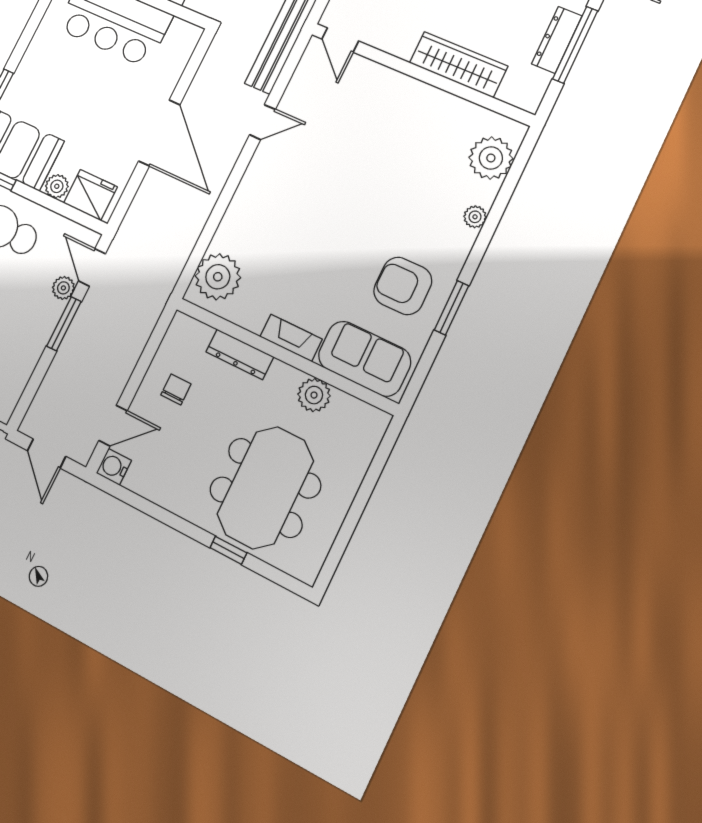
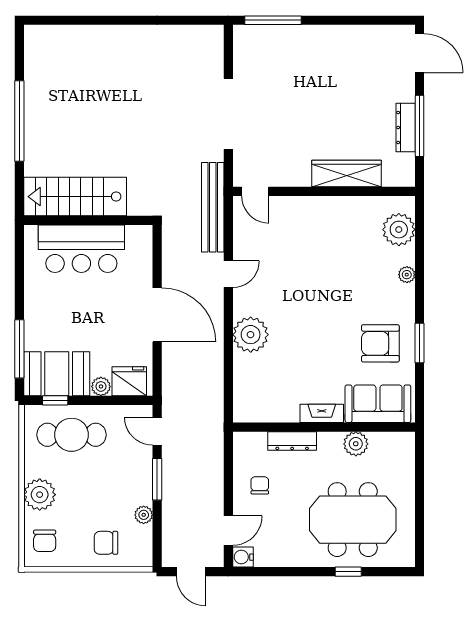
plant: (218, 277) -> (251, 335), moved
plant: (63, 288) -> (144, 515), moved
meeting table: (265, 488) -> (353, 520), turned 90

